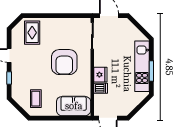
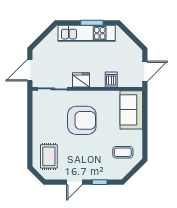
rug: (32, 33) -> (49, 156), turned 90
fridge: (100, 75) -> (81, 80), moved

